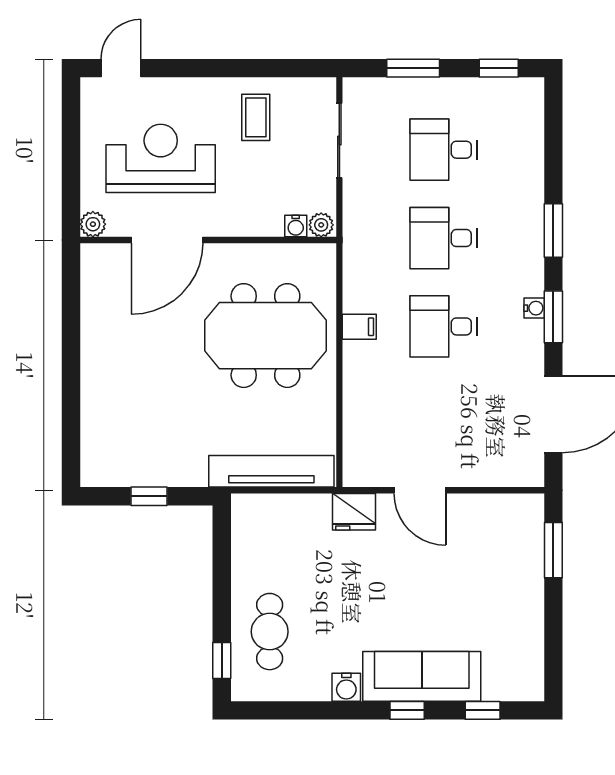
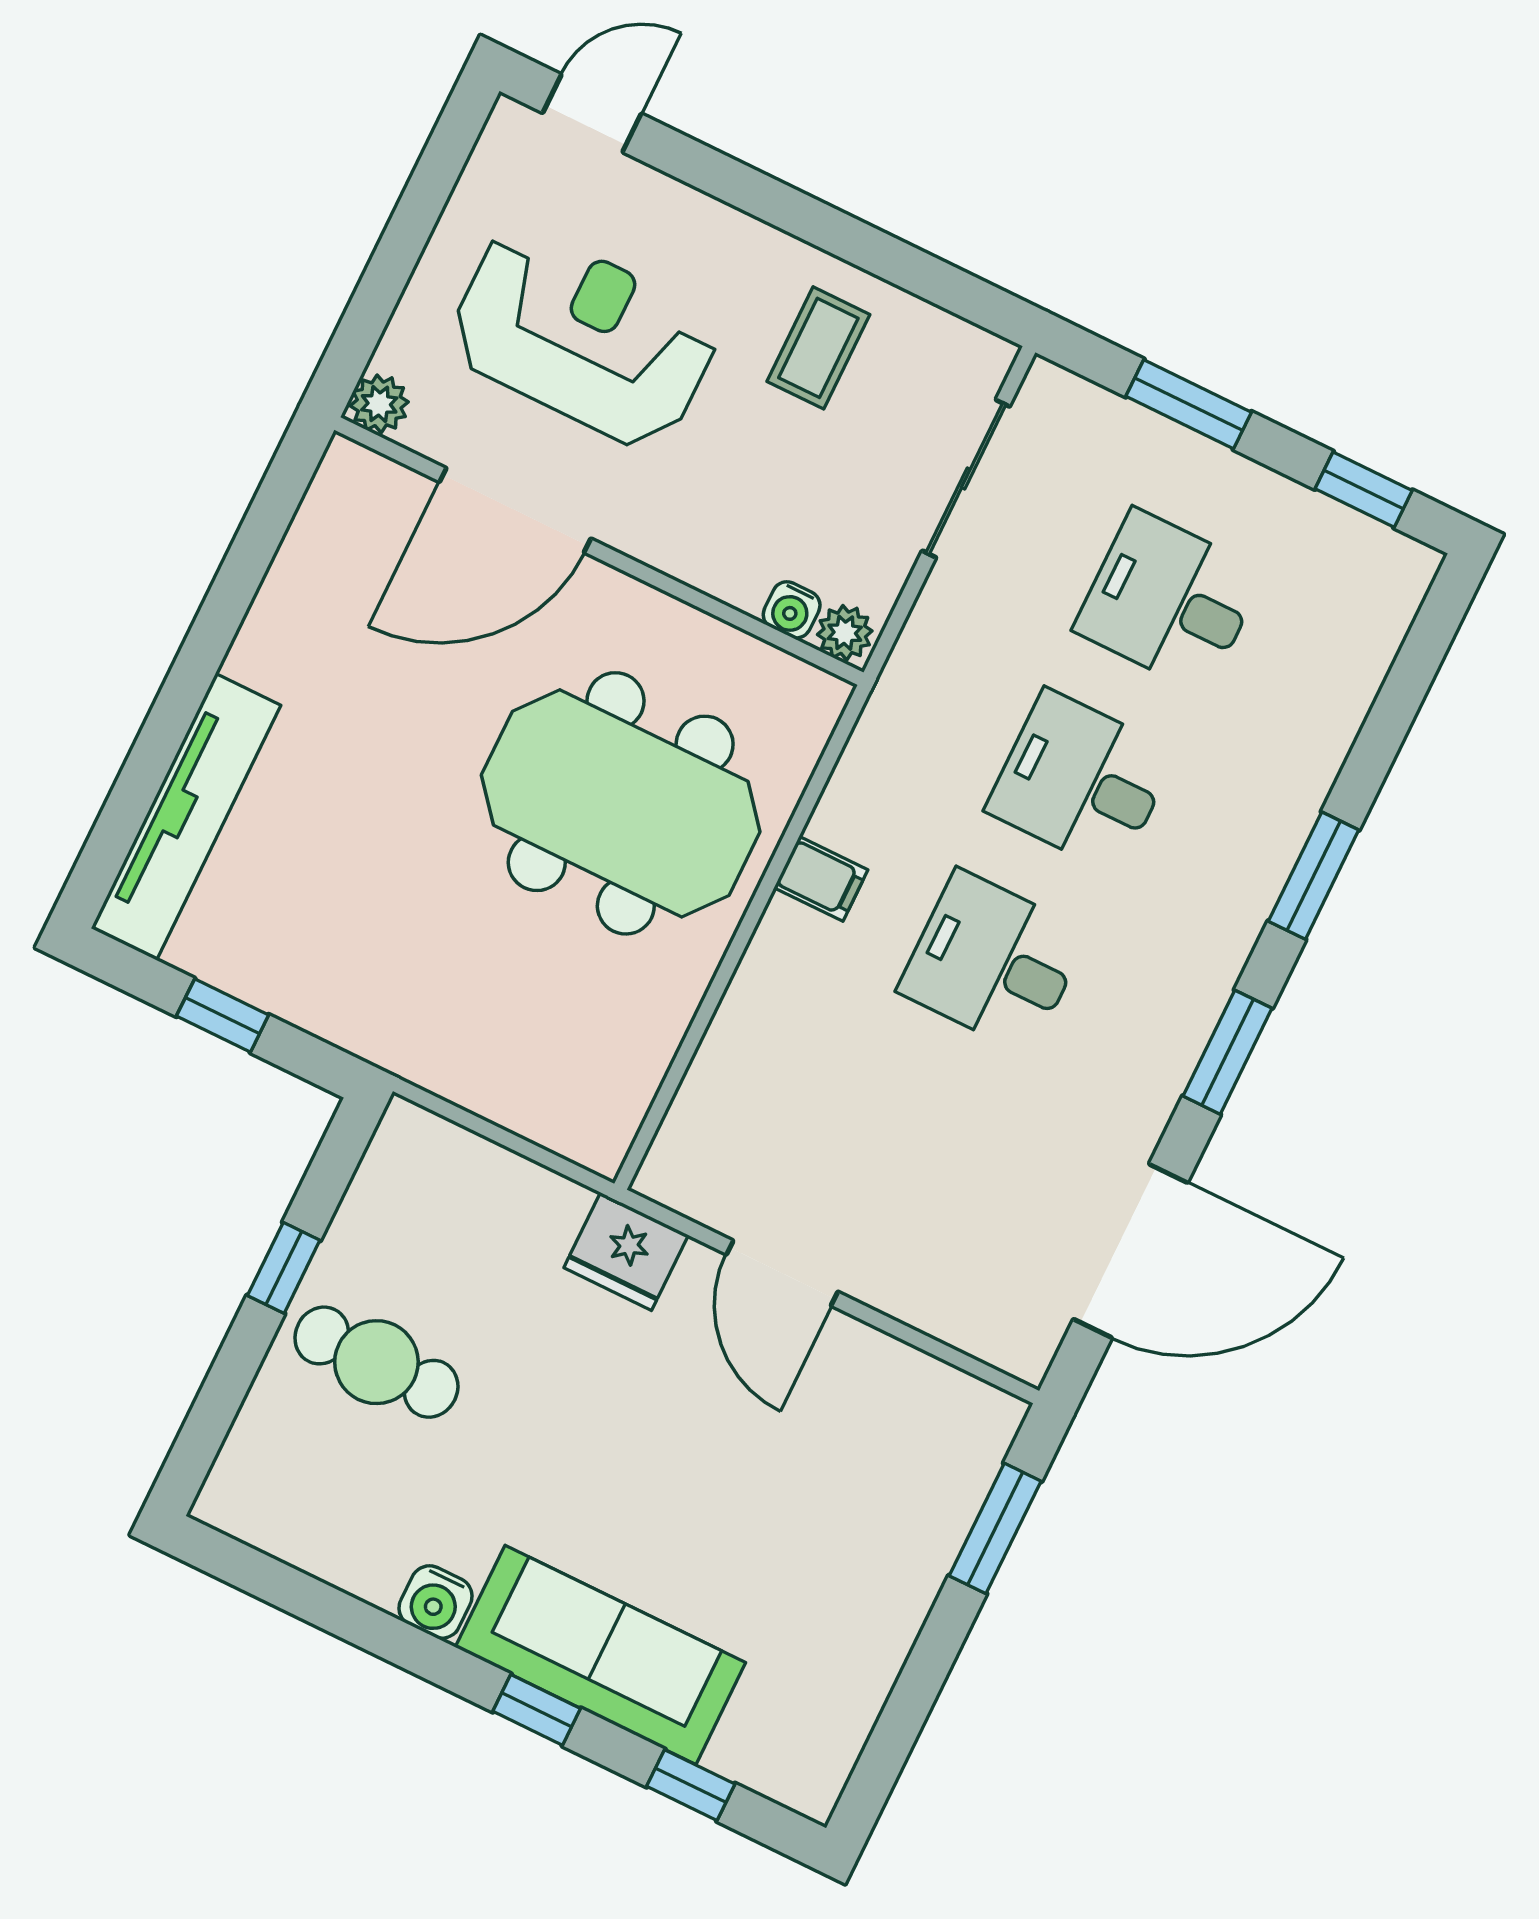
water cooler: (534, 308) -> (1197, 1015), removed
tv unit: (271, 471) -> (186, 817), moved, turned 90
cafe table: (270, 632) -> (376, 1362), moved, turned 90
window: (222, 661) -> (284, 1268), moved

